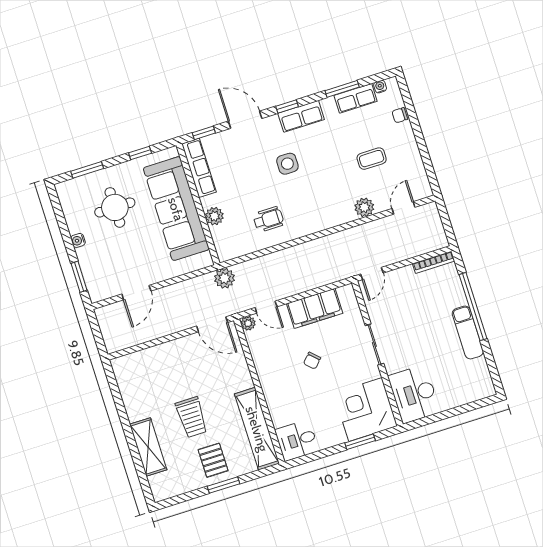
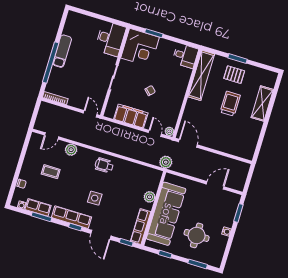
row of seats: (301, 116) -> (72, 217), width x1.48
wheelchair: (268, 219) -> (104, 165), moved
door: (372, 274) -> (90, 114), hinge flipped
pallet: (213, 460) -> (234, 75), turned 90

